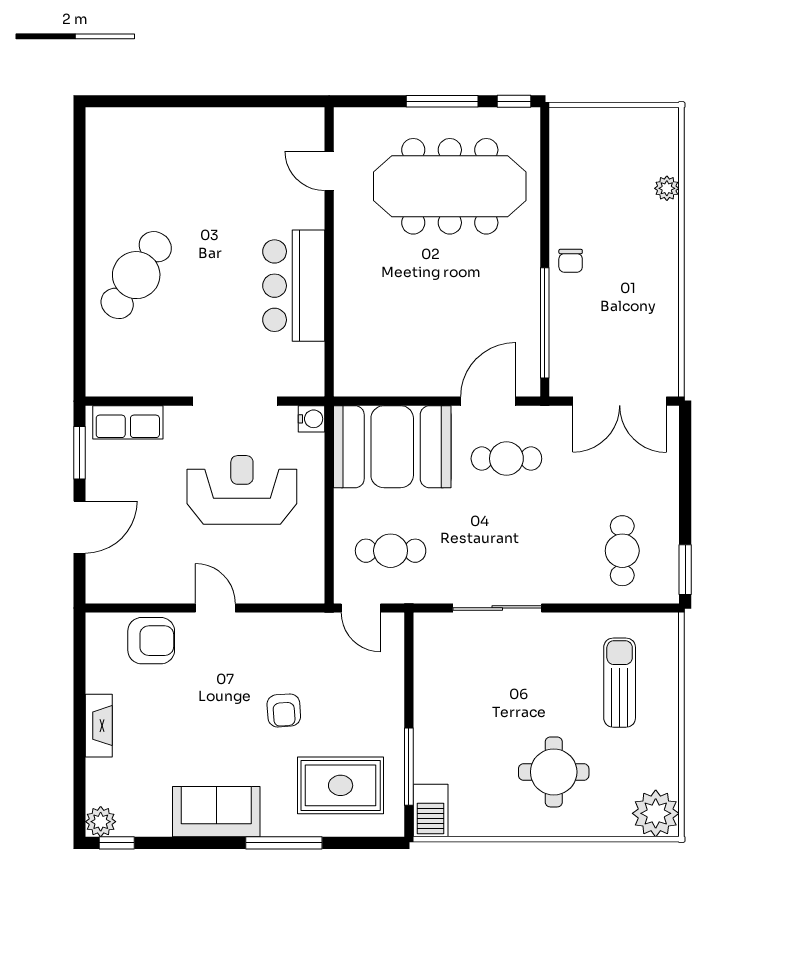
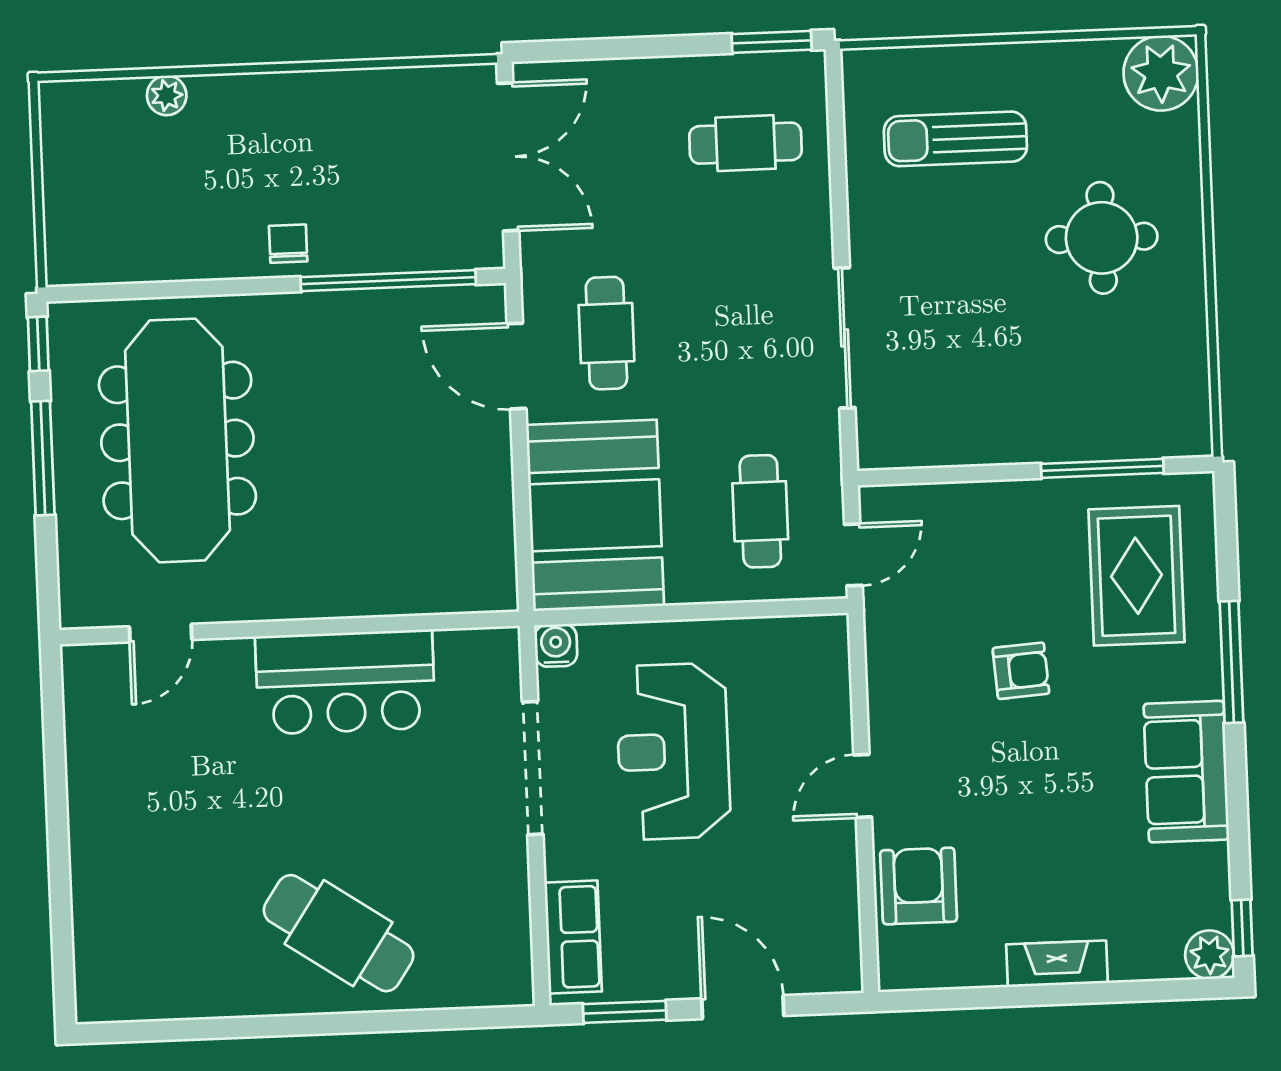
chair: (571, 261) -> (288, 244), turned -90
barbecue: (431, 811) -> (1171, 431), removed

